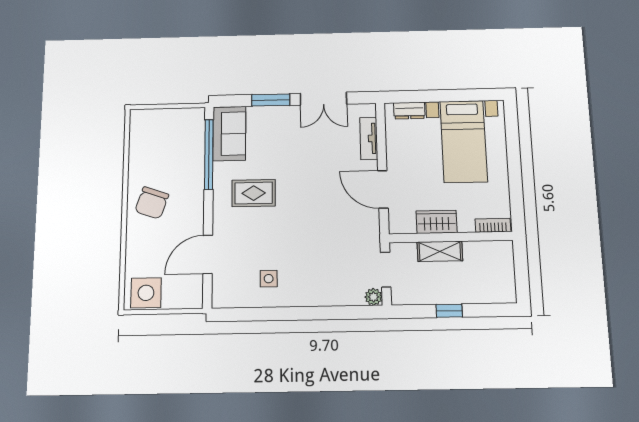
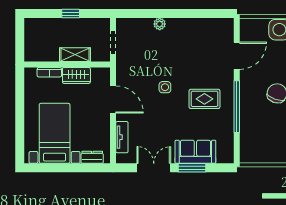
sofa: (229, 134) -> (195, 152), moved, turned 90
window: (209, 154) -> (237, 107), moved
bookcase: (493, 225) -> (49, 72), moved
side table: (269, 279) -> (165, 87), moved
plant: (374, 297) -> (160, 24), moved

